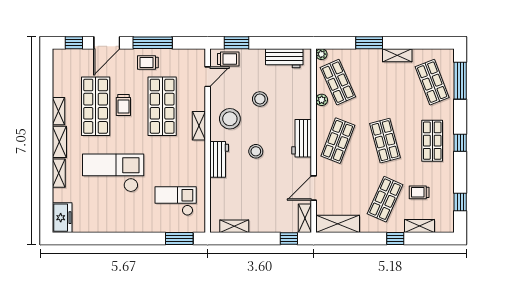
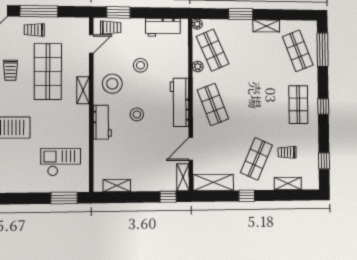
workbench: (302, 138) -> (180, 102), width x1.38
shop shelf: (338, 141) -> (213, 104), turned -42
shop shelf: (385, 141) -> (256, 105), removed
window: (395, 239) -> (247, 196), moved

